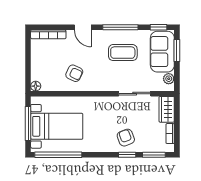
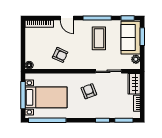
coffee table: (123, 53) -> (99, 38), turned 90
armchair: (126, 138) -> (89, 91), moved

